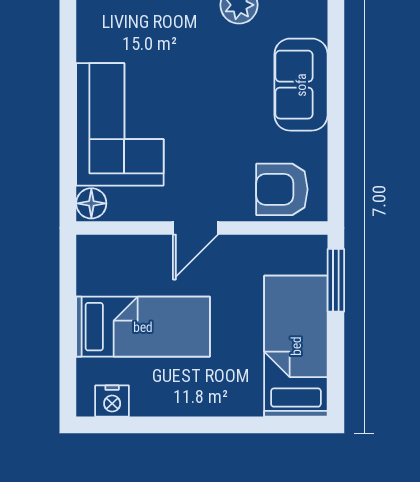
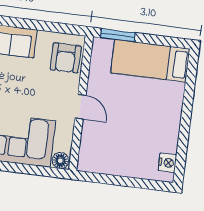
bed: (143, 327) -> (130, 141), removed

